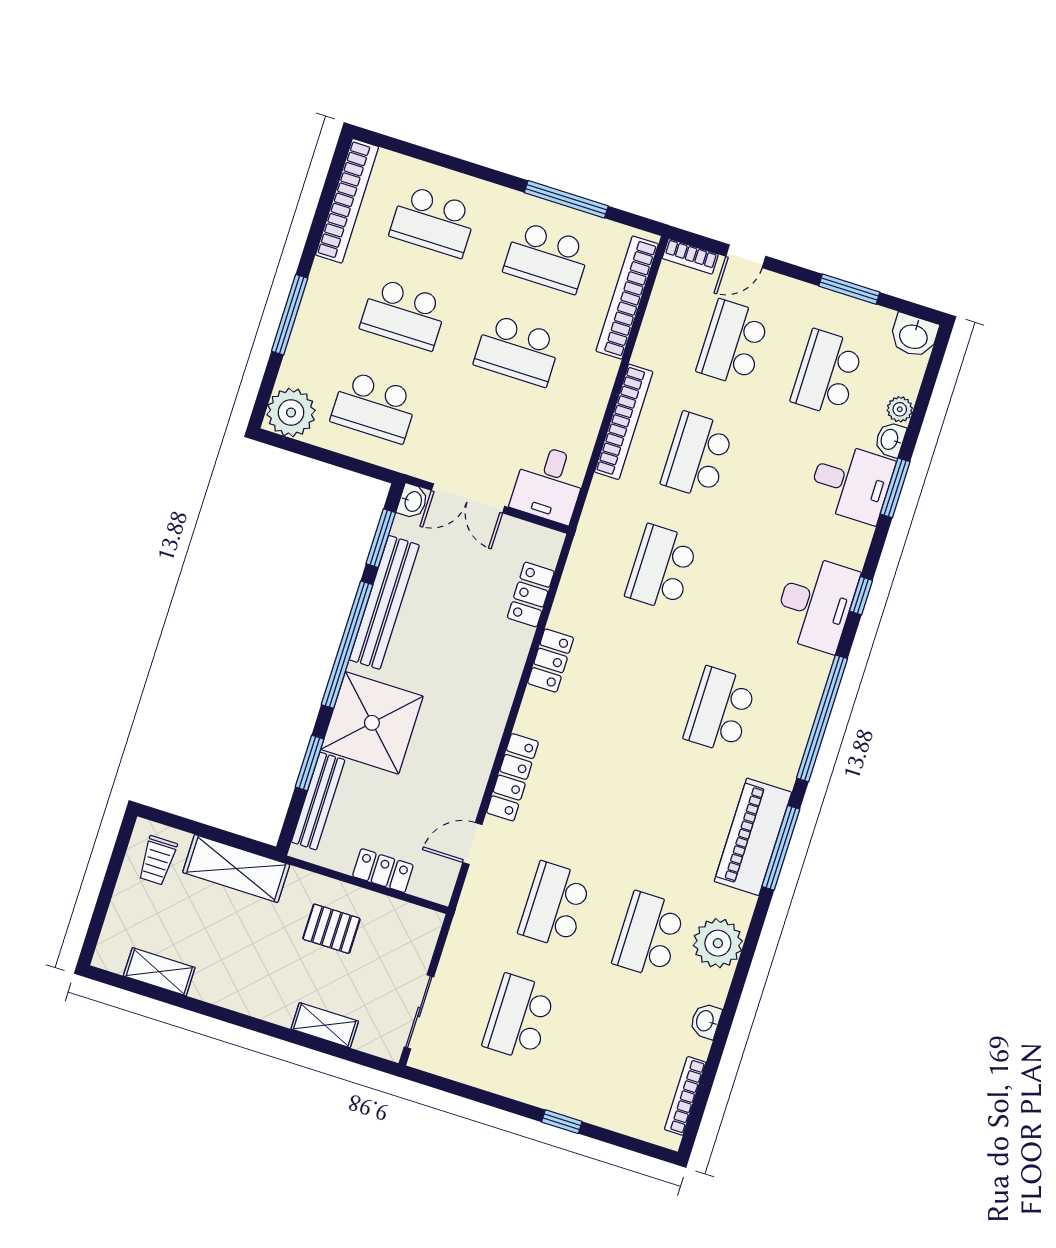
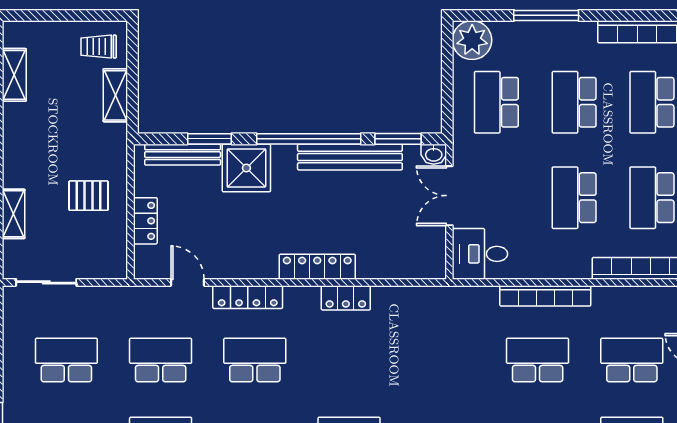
school desk: (662, 568) -> (255, 360), moved
locker: (531, 594) -> (317, 267), moved, width x1.53
shower: (372, 723) -> (246, 168), width x0.73, depth x0.73
shelving: (236, 869) -> (115, 95), width x0.67, depth x0.75
pallet: (331, 929) -> (89, 196), turned 90

